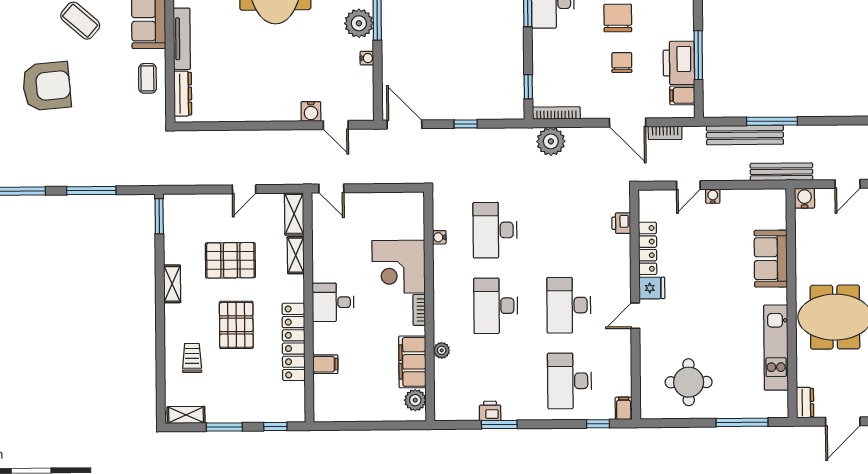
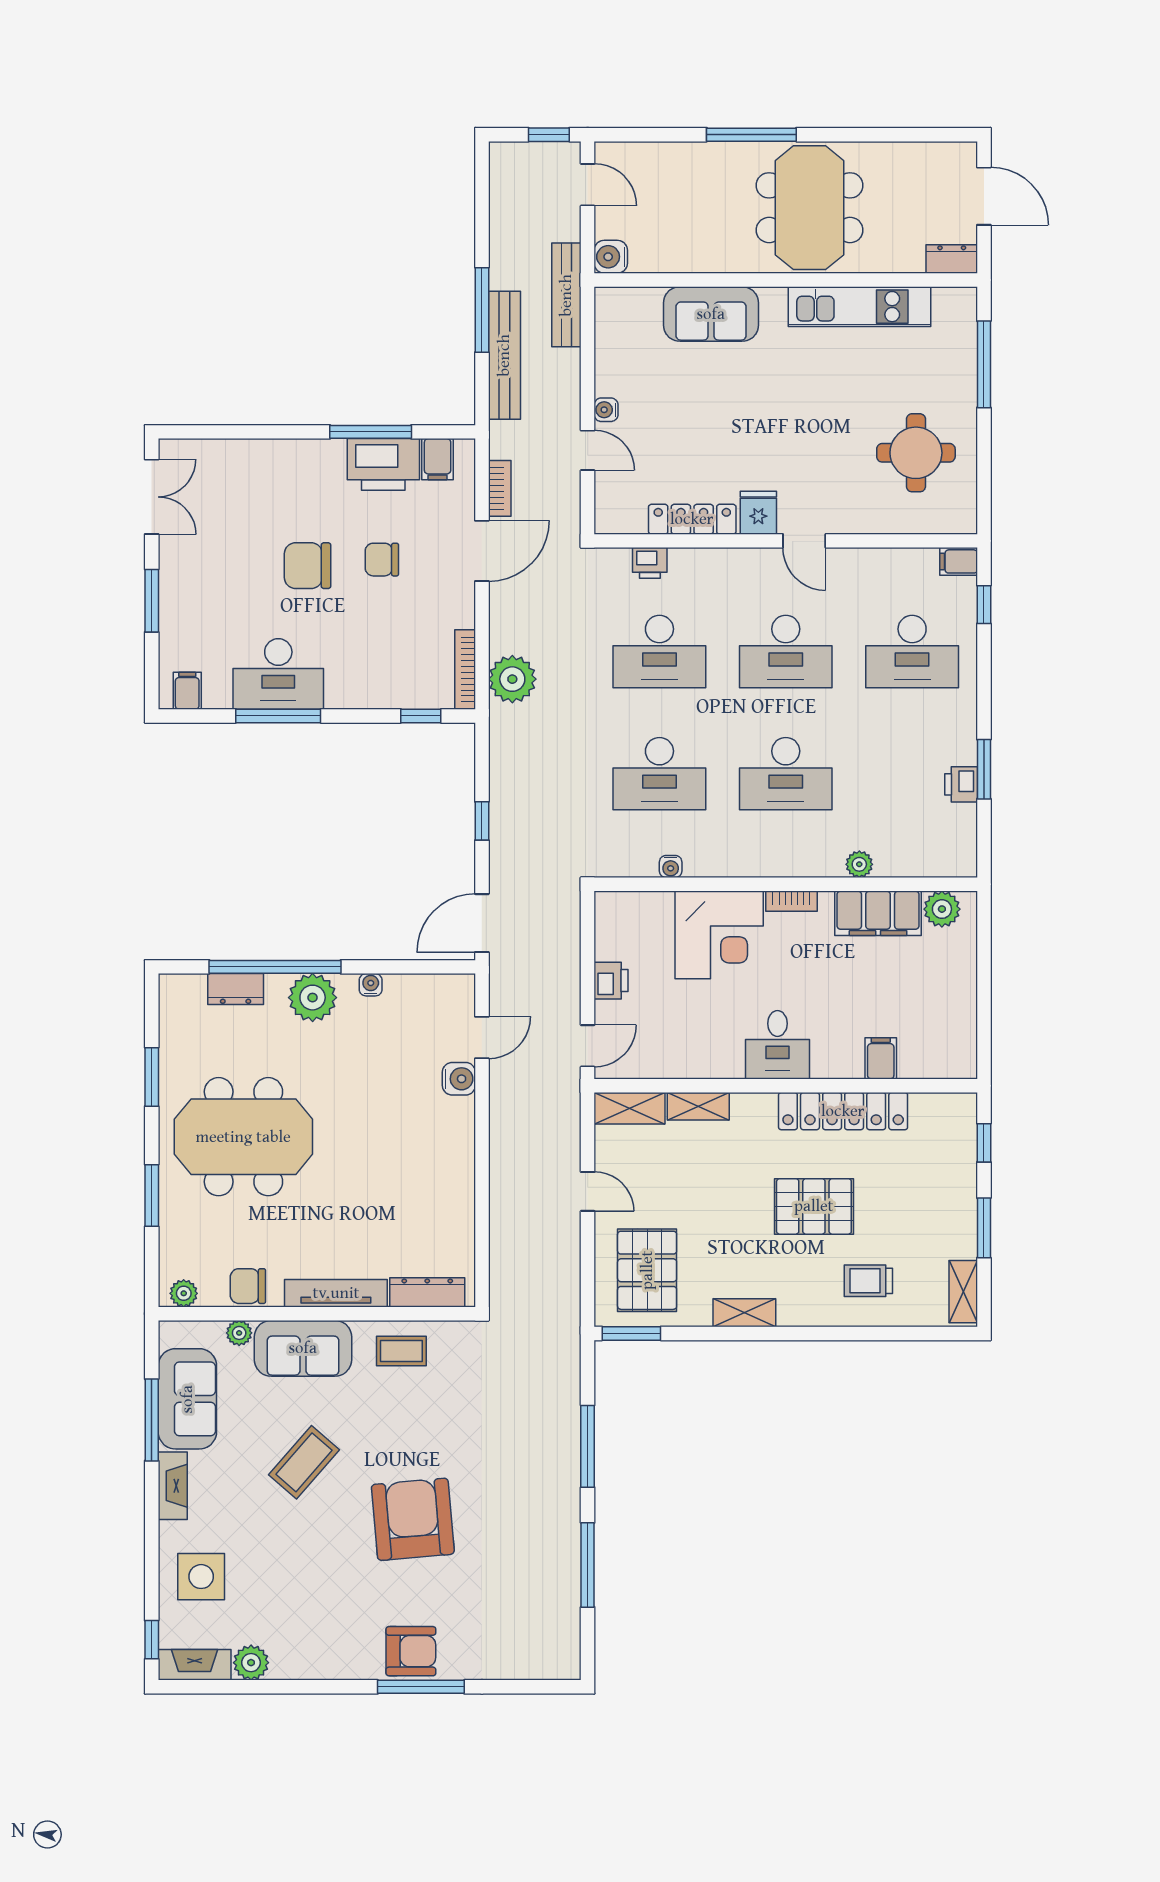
printer: (371, 202) -> (611, 981), added
desk: (568, 229) -> (659, 652), added
pallet: (230, 260) -> (647, 1270), moved

